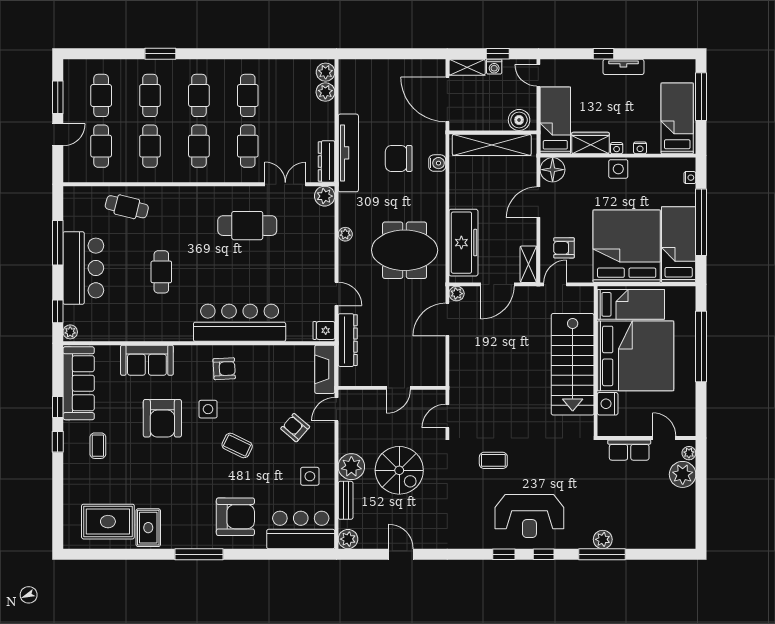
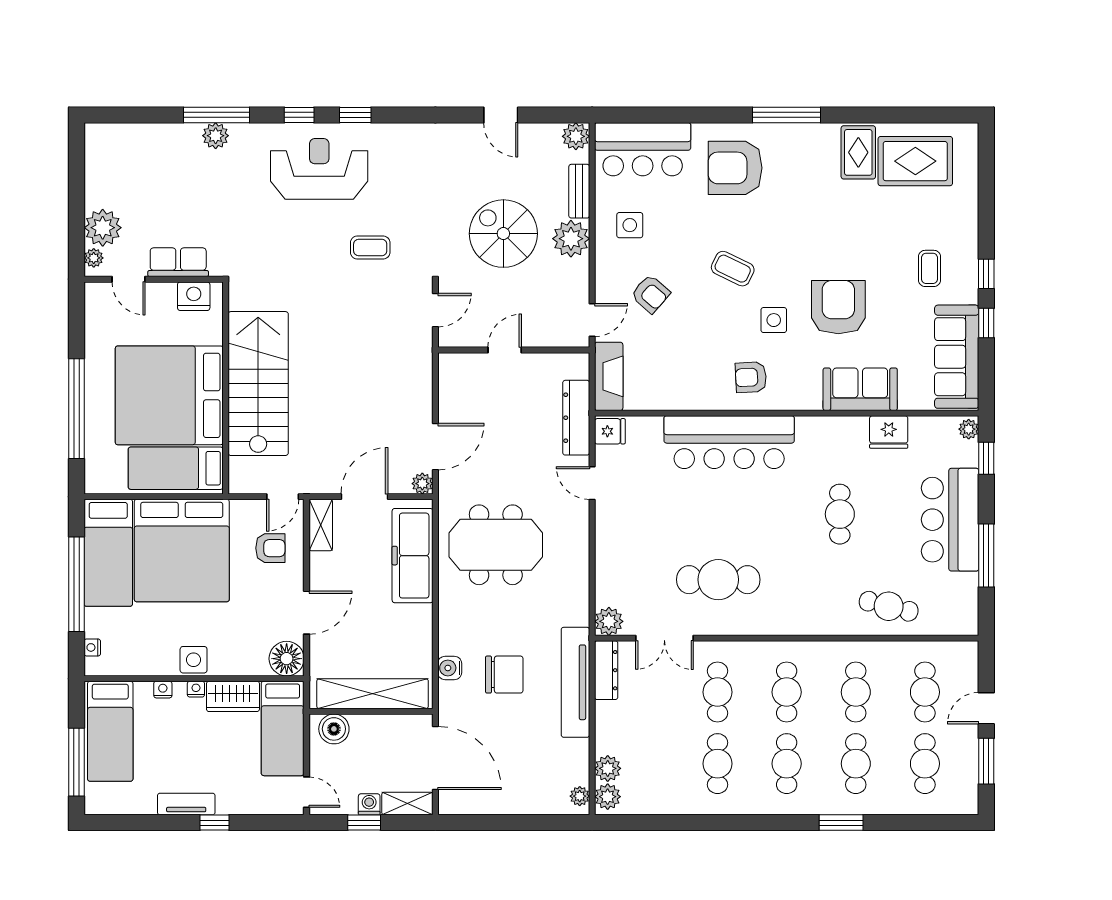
plant: (345, 234) -> (580, 796), moved
fridge: (127, 330) -> (889, 432), added
nightstand: (608, 404) -> (194, 296), moved, turned -90

